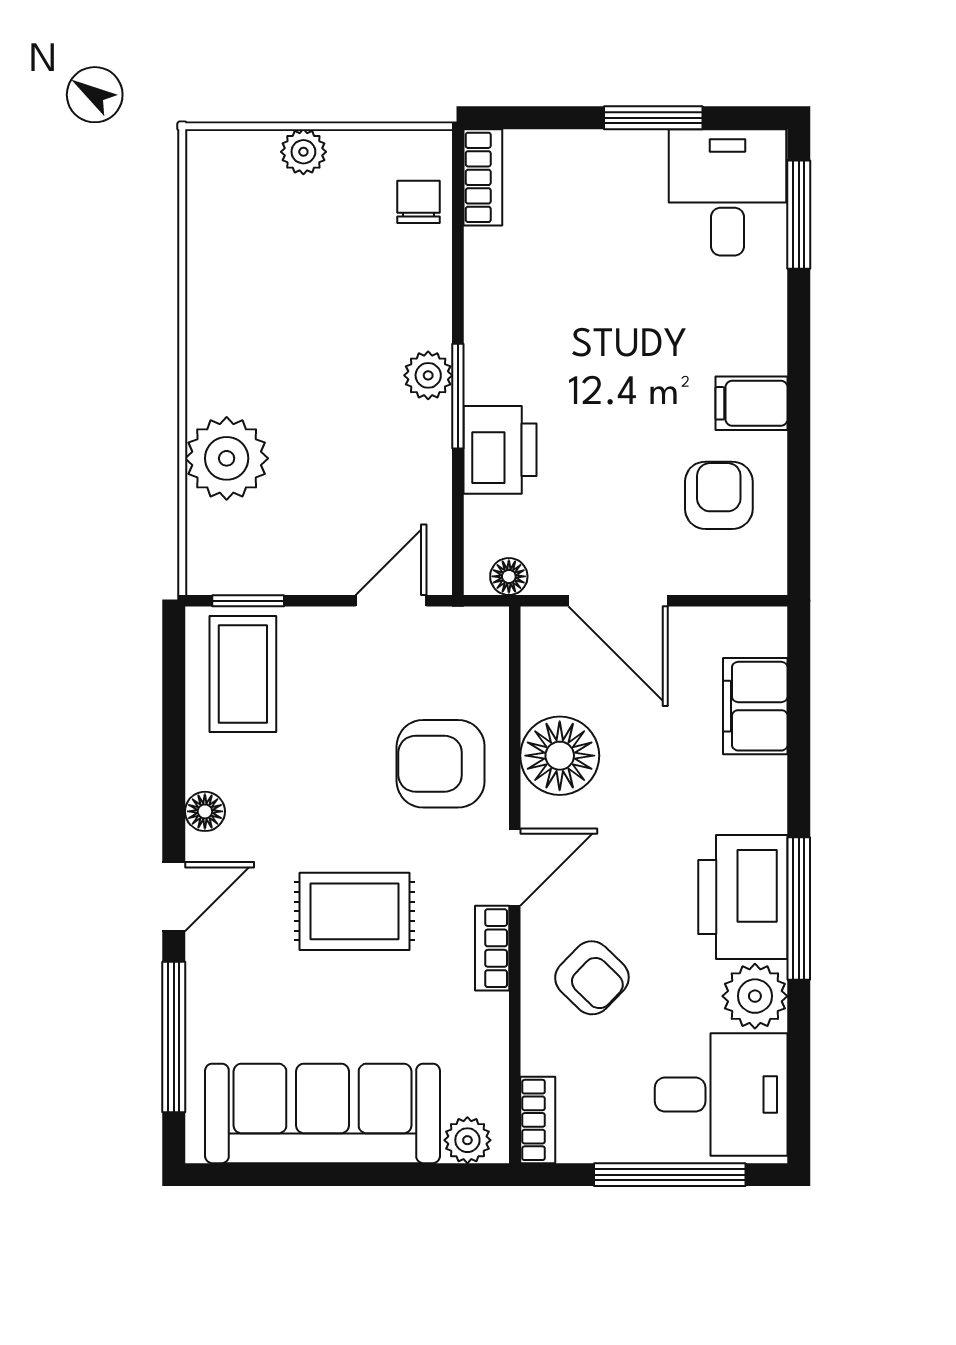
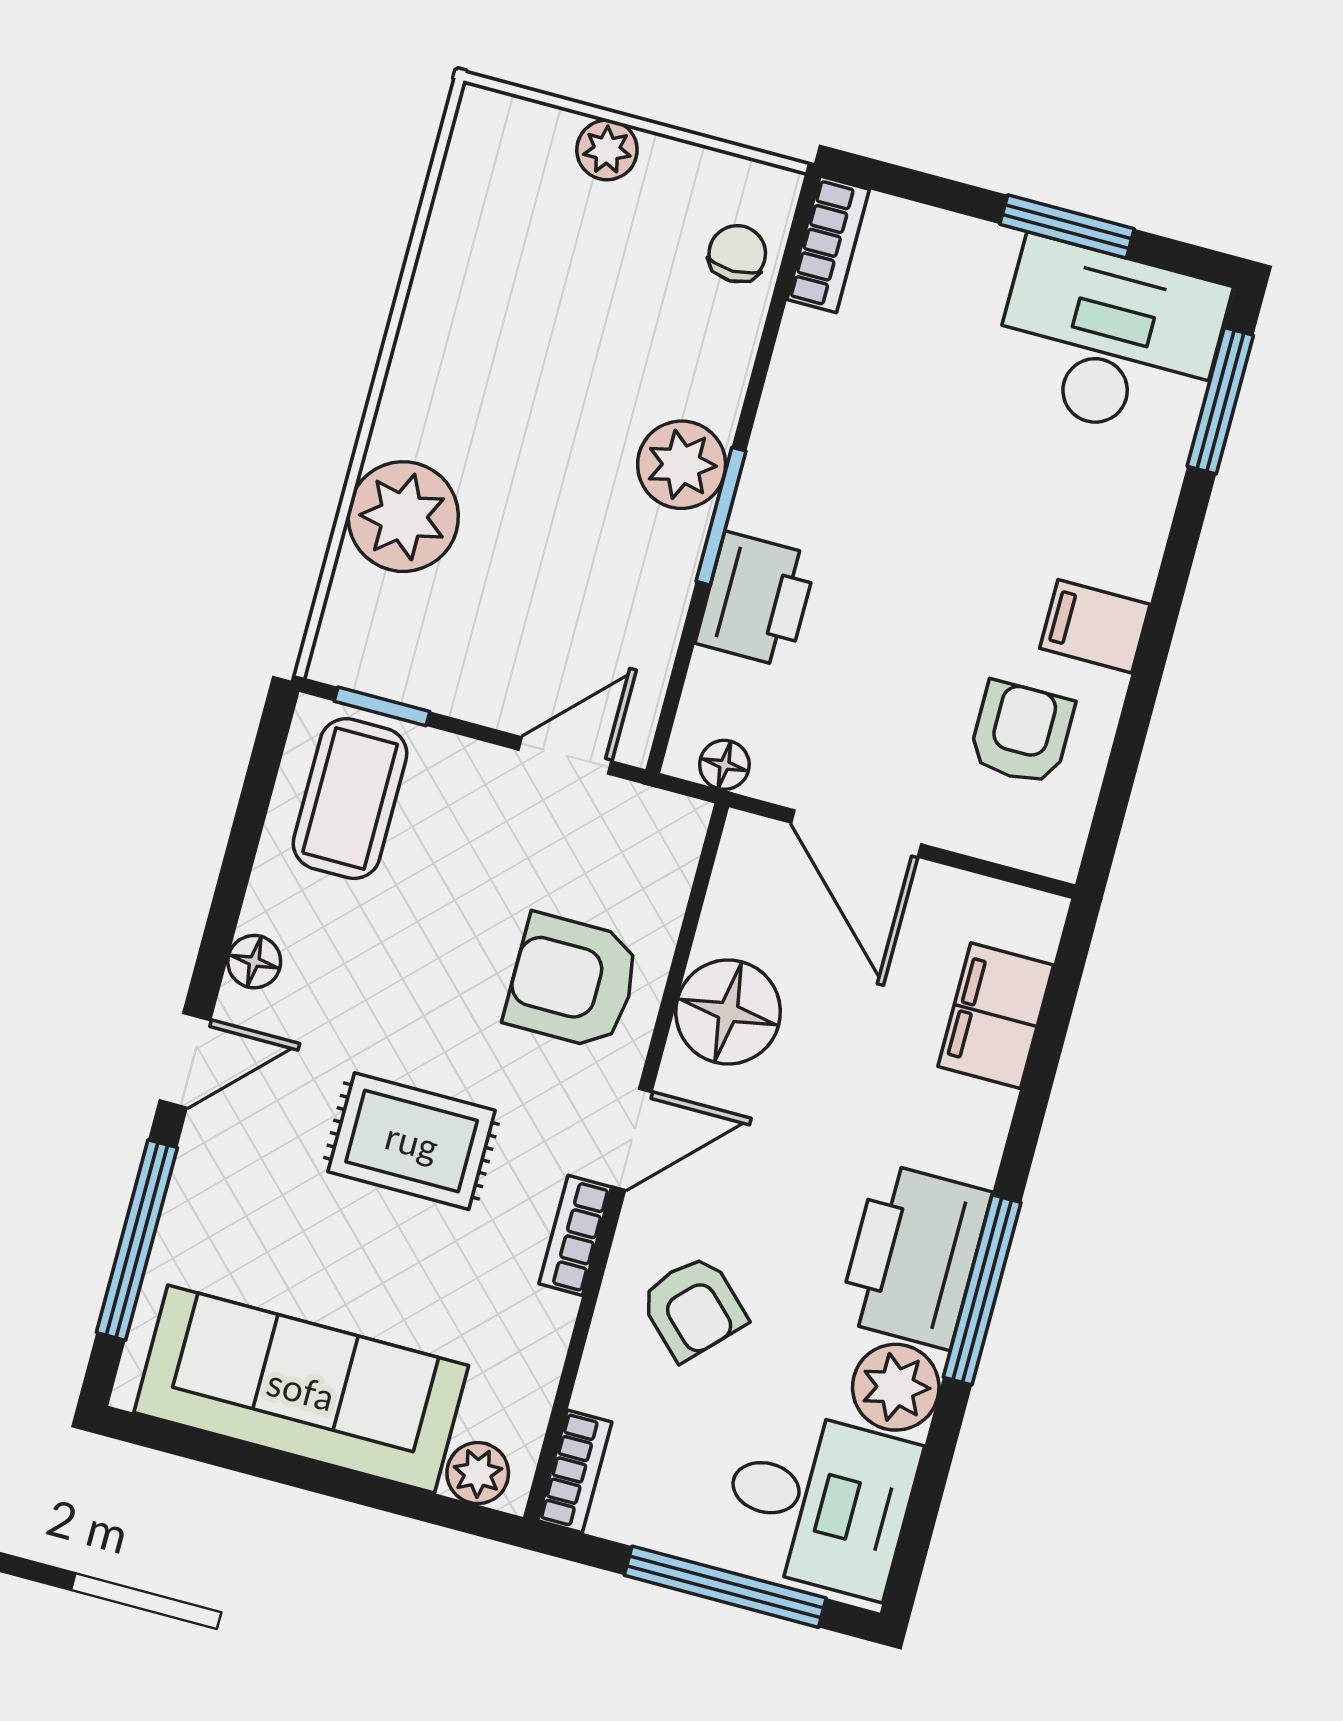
desk: (728, 192) -> (1109, 340), width x1.37
plant: (428, 375) -> (682, 465), width x1.38, depth x1.38

